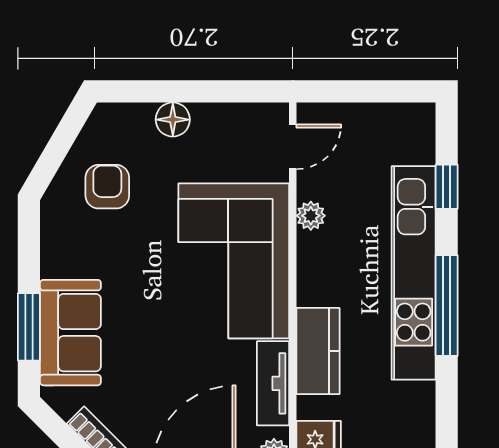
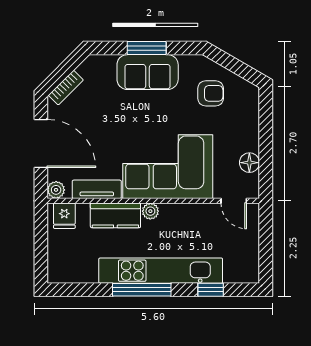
floor lamp: (173, 120) -> (249, 163), moved
plant: (311, 216) -> (150, 211), moved
window: (29, 327) -> (147, 48), moved
sofa: (70, 333) -> (148, 72), moved

